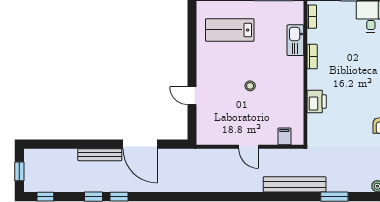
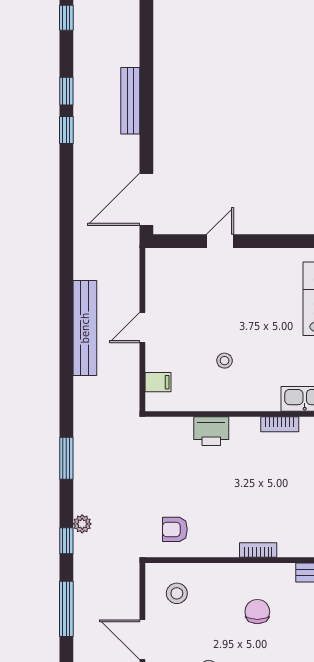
stool: (250, 86) -> (225, 361), moved
door: (140, 144) -> (146, 199), moved
bench: (295, 184) -> (85, 328), moved

